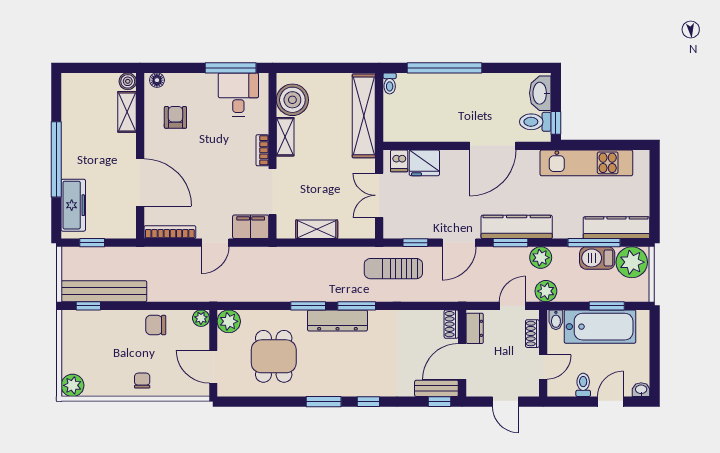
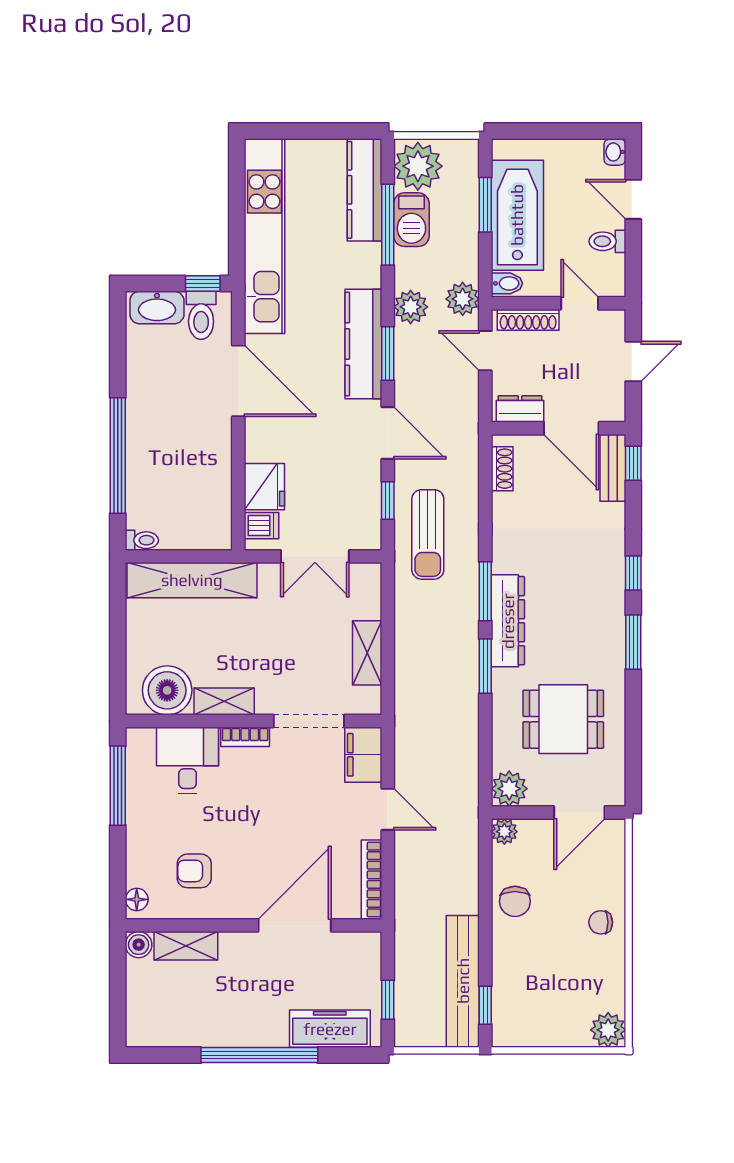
desk: (238, 94) -> (187, 761), moved, turned 90
kitchen unit: (586, 163) -> (264, 236), width x1.36
shoe rack: (451, 324) -> (502, 469), moved, turned -90
shoe rack: (532, 334) -> (528, 320), width x1.43

